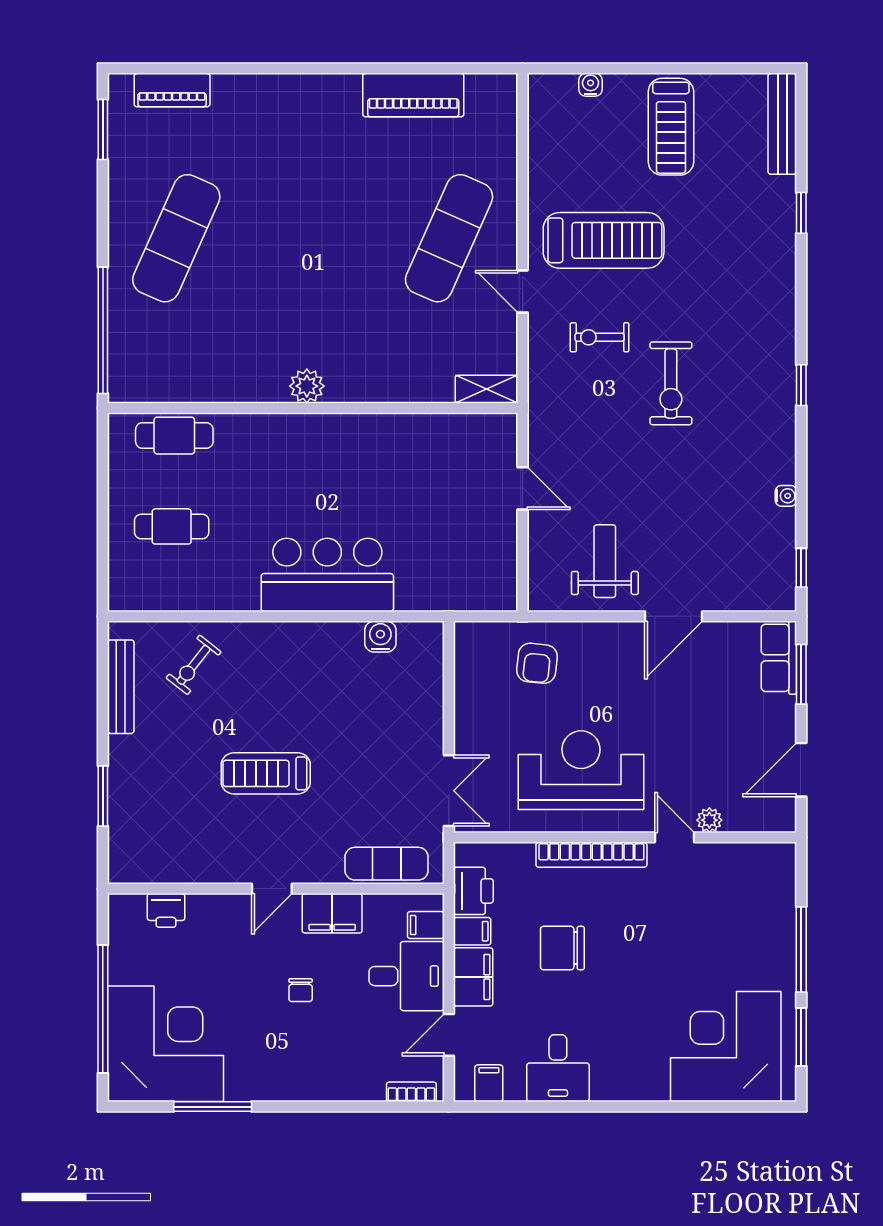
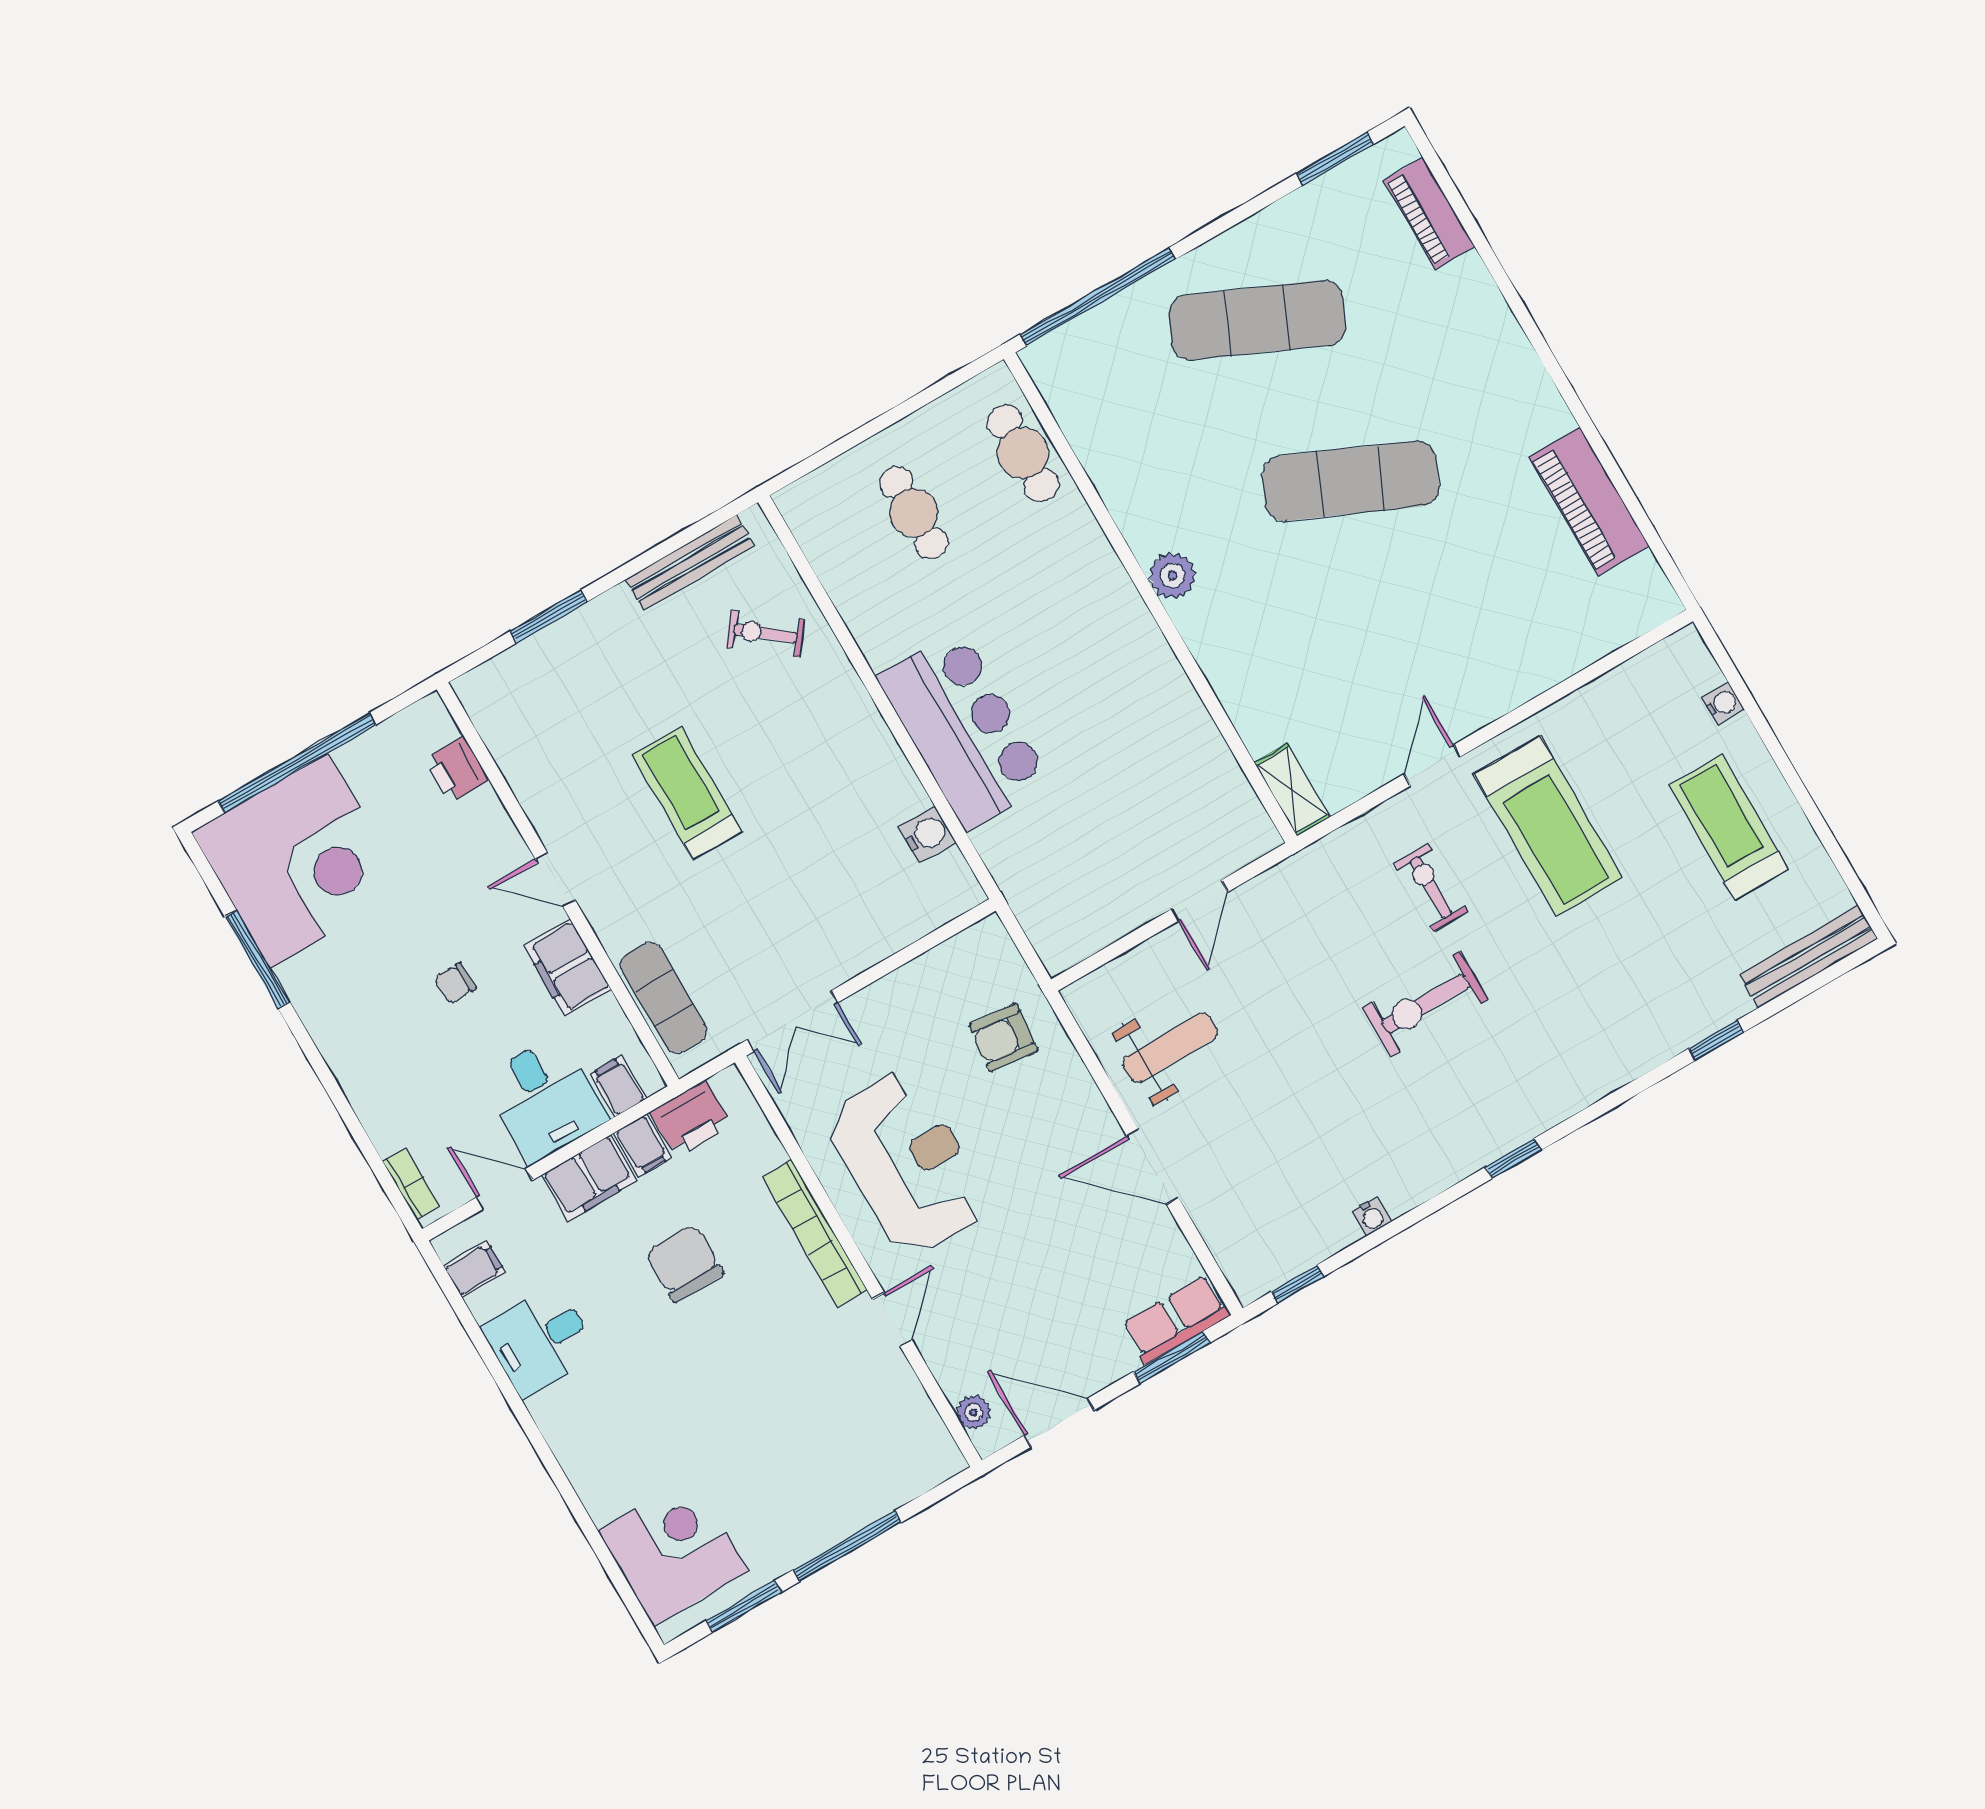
treadmill: (671, 127) -> (1728, 827), turned 90
exercise mat: (449, 238) -> (1351, 481), moved
plant: (709, 820) -> (973, 1412), moved
corner desk: (726, 1047) -> (673, 1551), width x0.74, depth x0.74

